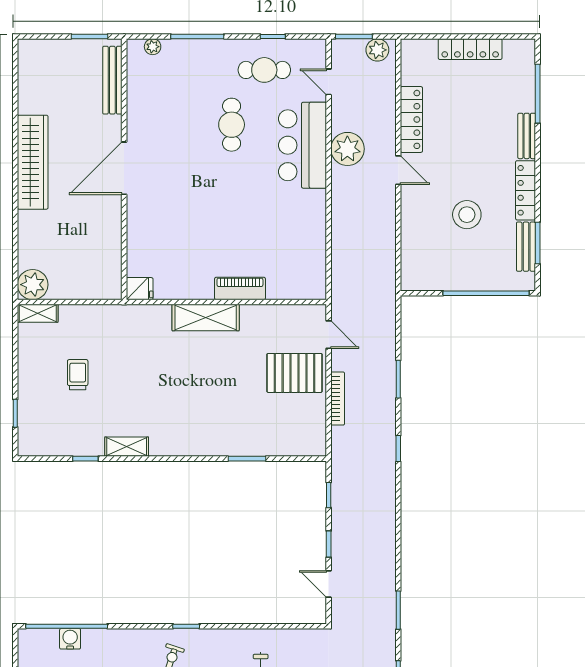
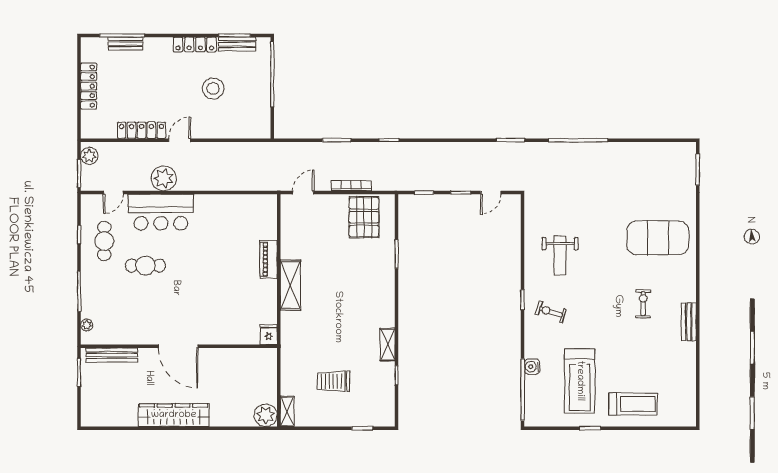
bench: (527, 136) -> (125, 44), moved
pallet: (295, 373) -> (364, 217), moved
trolley: (78, 375) -> (333, 381), width x1.36, depth x1.39
water cooler: (70, 639) -> (532, 367), moved

